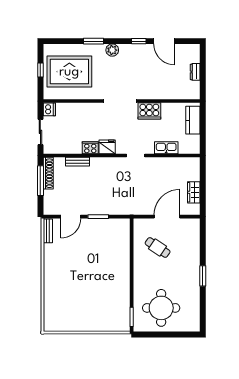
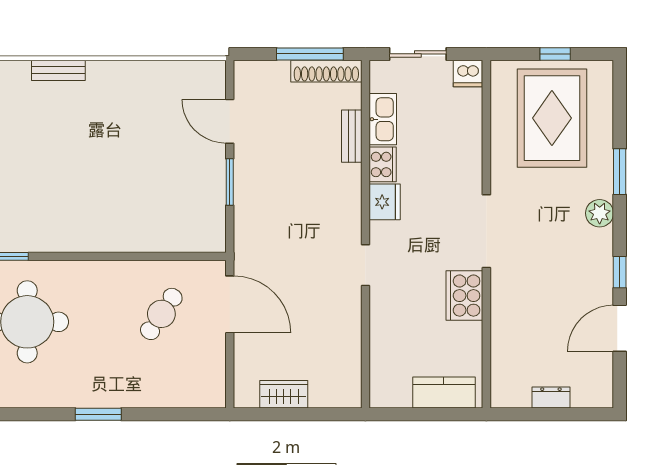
kitchen sink: (166, 148) -> (383, 119), moved
door: (167, 217) -> (230, 304), moved
bench: (48, 231) -> (58, 70), moved

